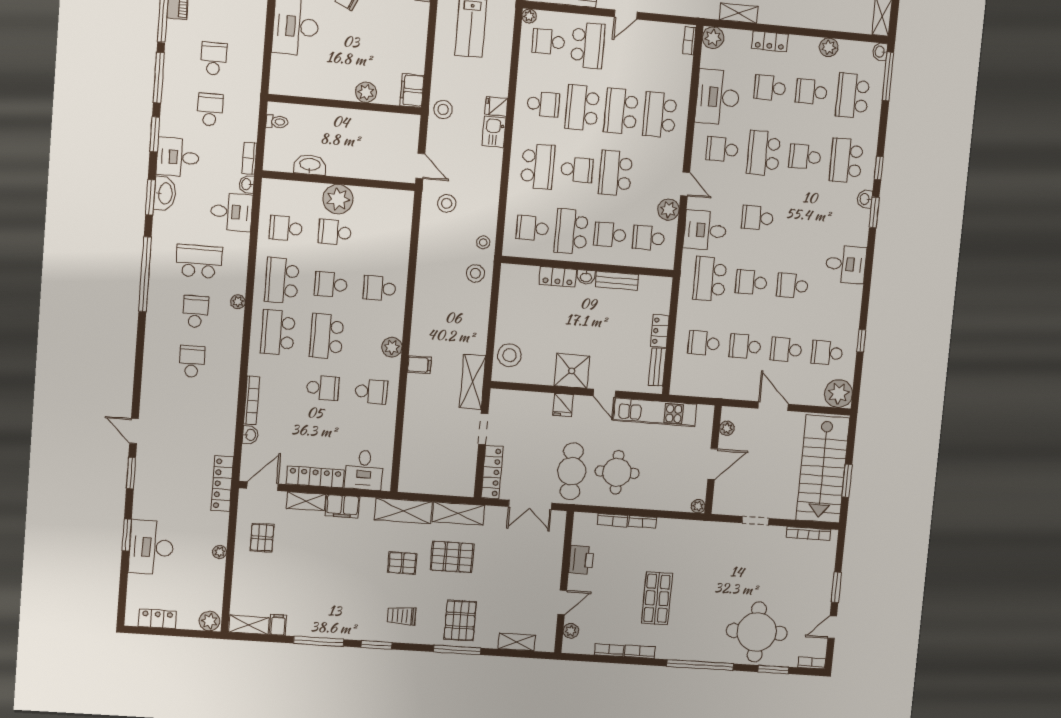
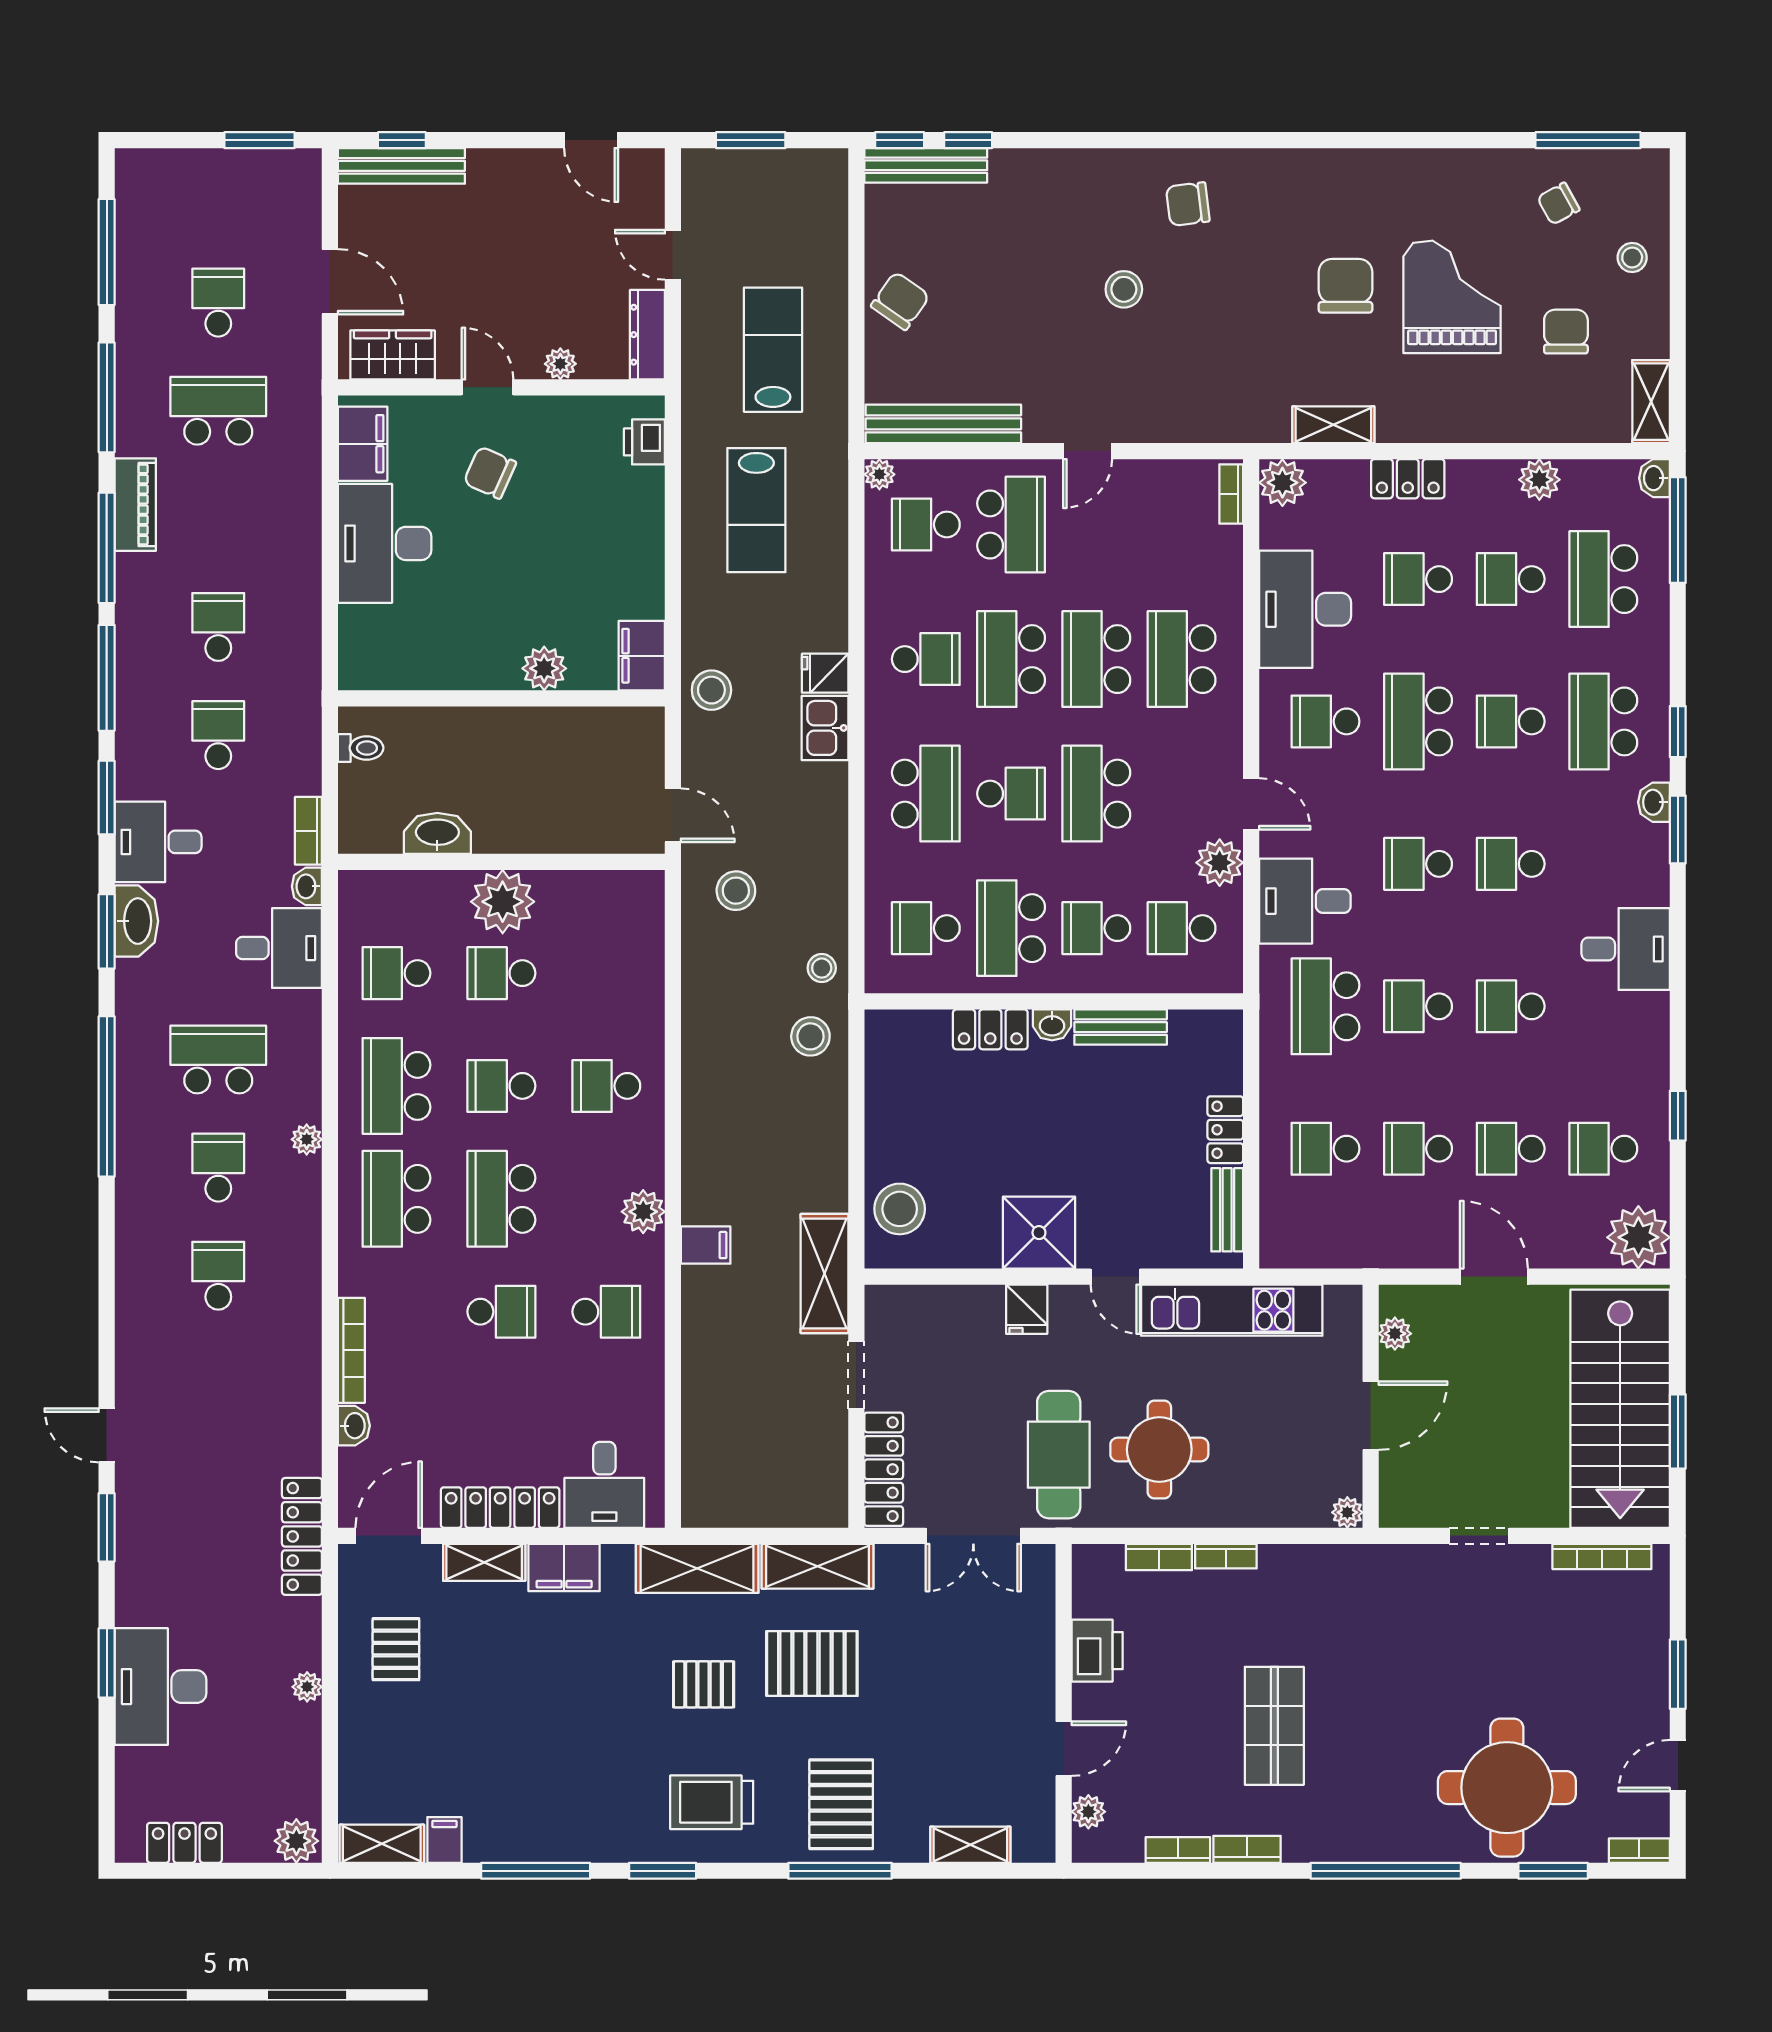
school desk: (799, 221) -> (1511, 864), added
trolley: (402, 616) -> (712, 1802), width x1.36, depth x1.39

